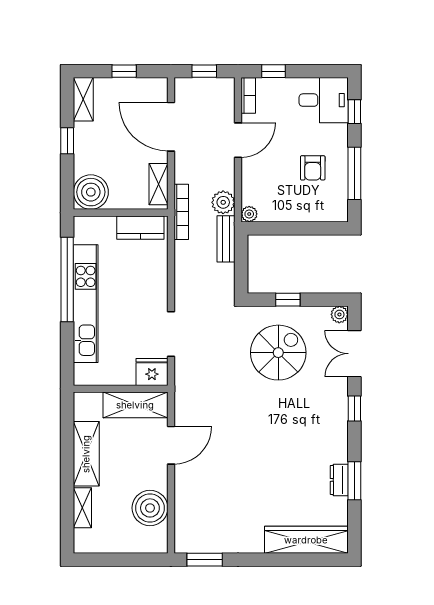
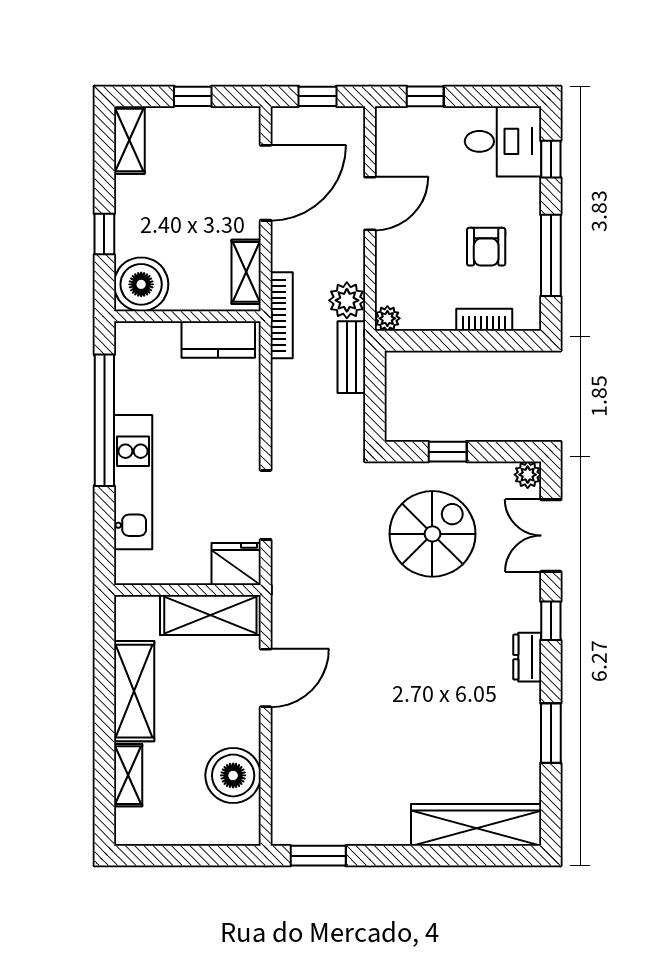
bookcase: (248, 96) -> (484, 320), moved, turned -90
door: (171, 127) -> (266, 183), swing flipped
window: (67, 141) -> (104, 234), moved
kitchen unit: (86, 304) -> (133, 482), width x0.73
dresser: (339, 480) -> (527, 657), moved

